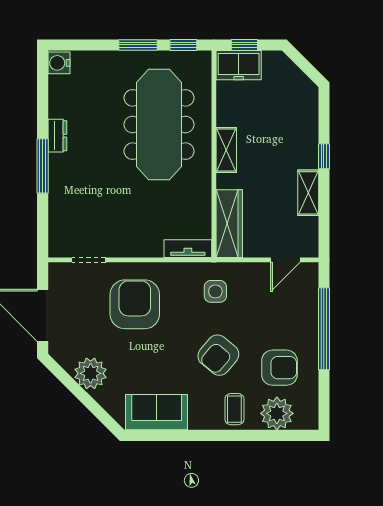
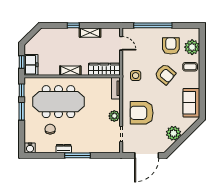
chair: (100, 107) -> (50, 129), added
plant: (128, 245) -> (114, 116), added

